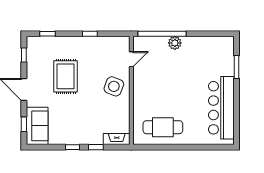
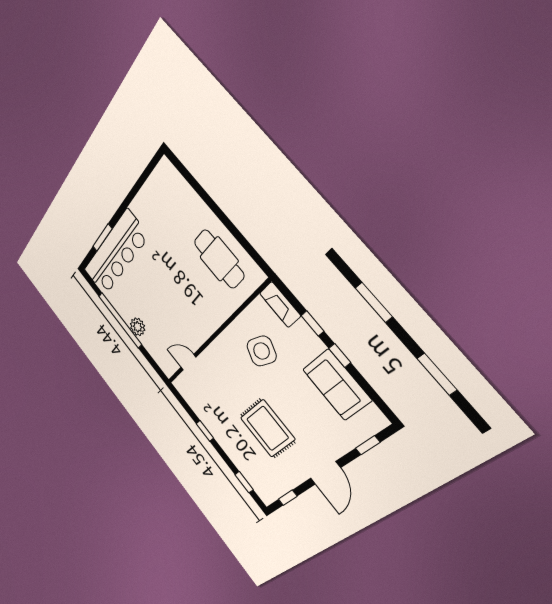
window: (162, 34) -> (120, 320), moved
rug: (66, 76) -> (267, 428), turned 90
side table: (114, 86) -> (262, 351), moved
bar counter: (221, 108) -> (116, 253), moved
sofa: (37, 126) -> (337, 385), moved, turned -90

